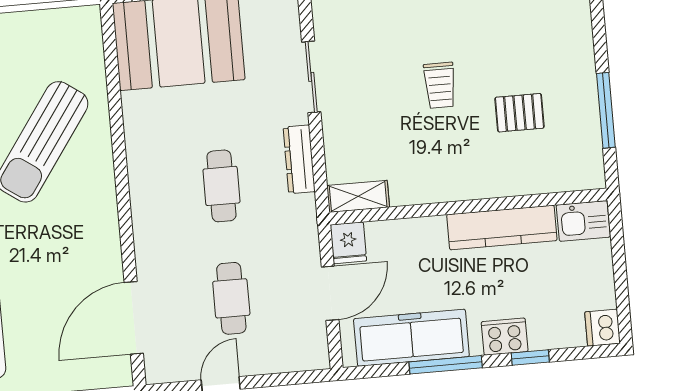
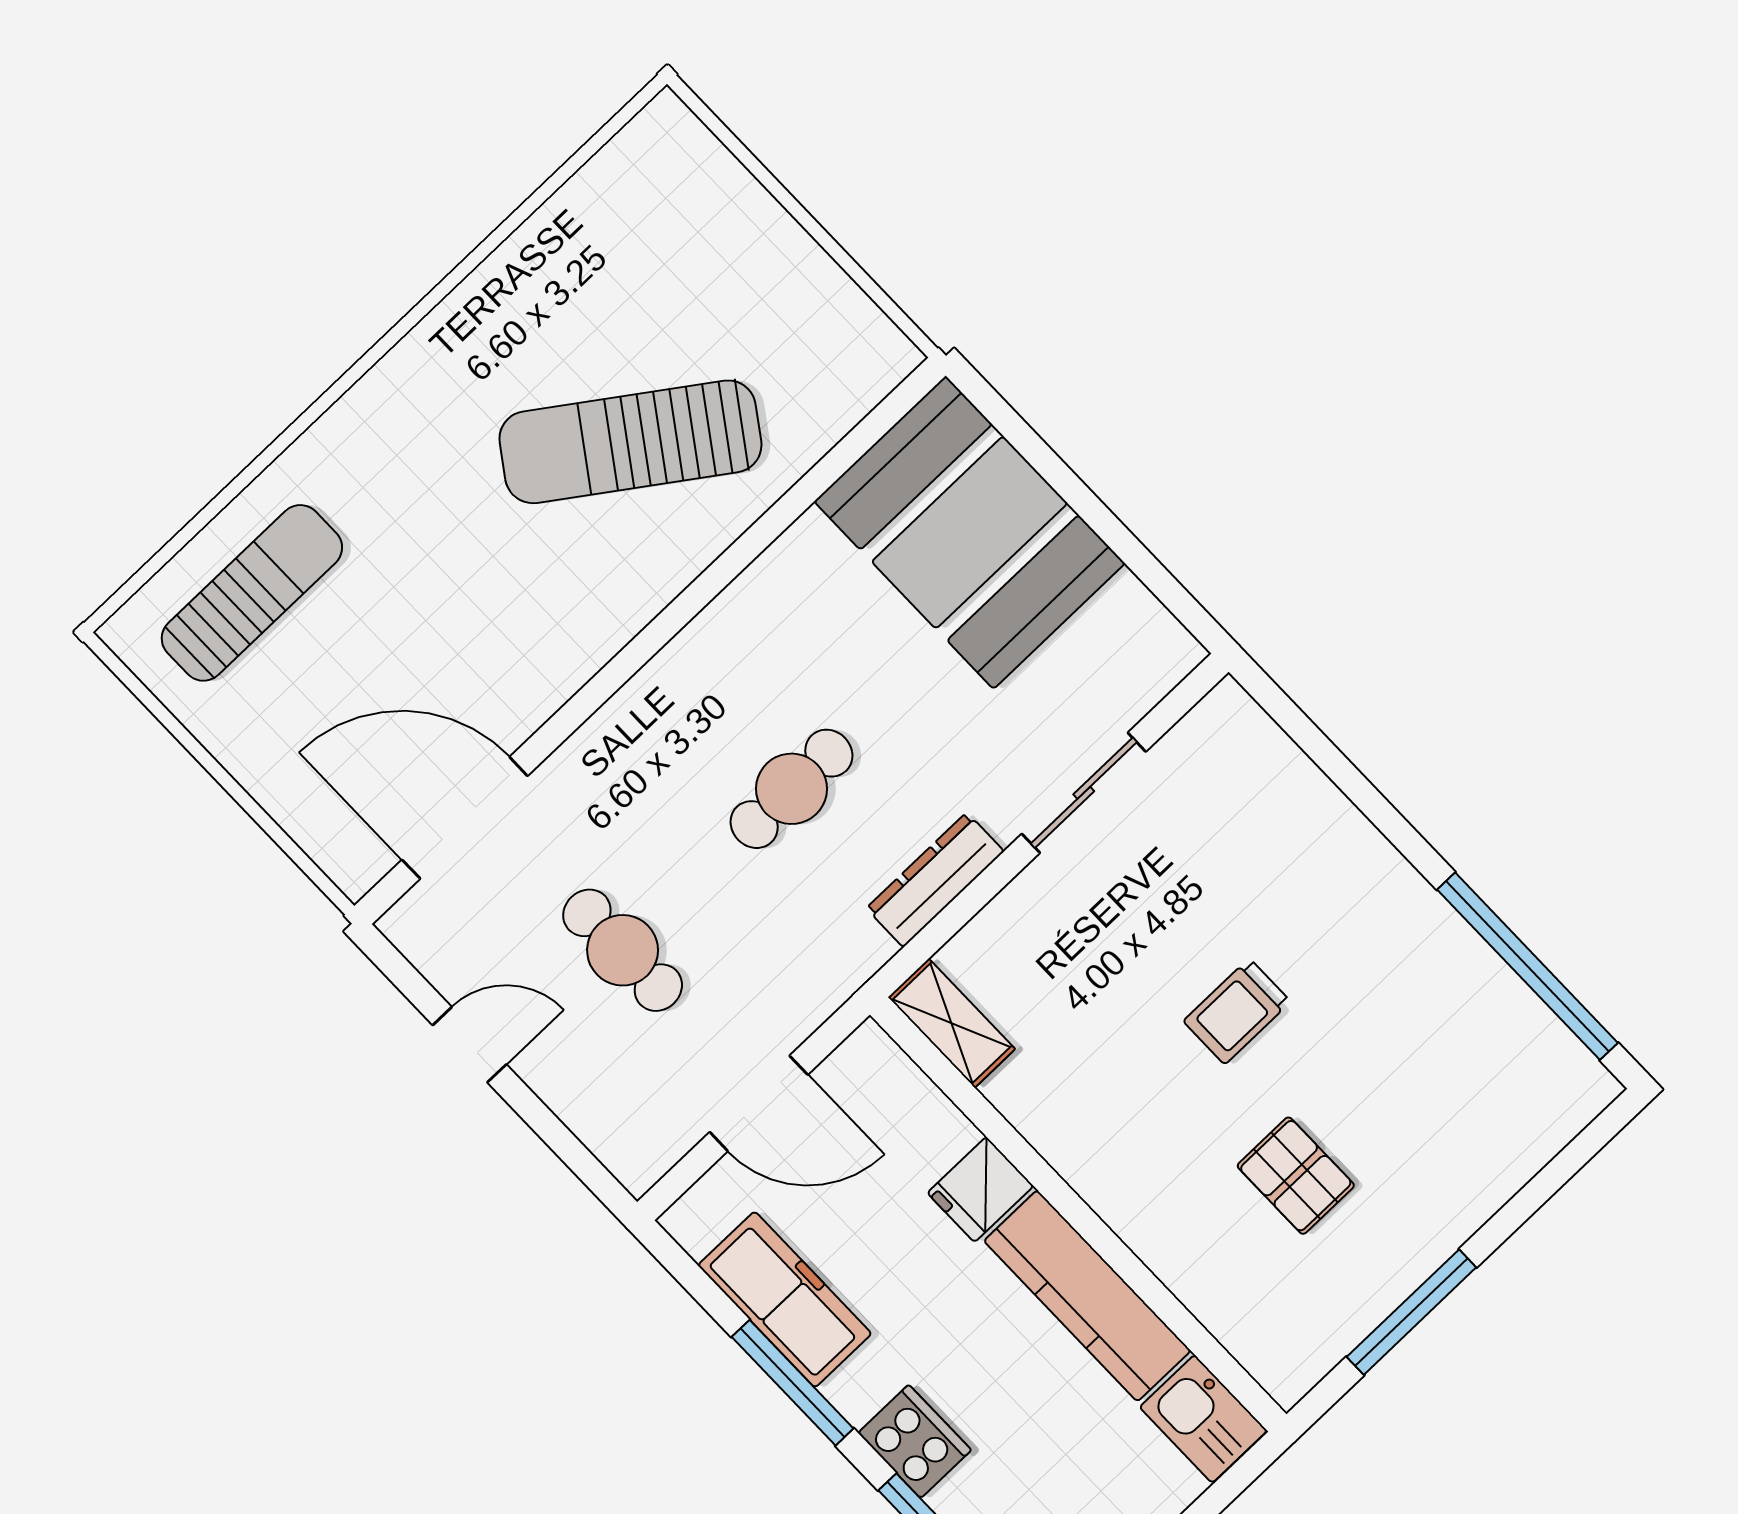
fridge: (348, 243) -> (980, 1189), moved
cafe table: (231, 298) -> (623, 950), turned 90
freezer: (411, 338) -> (785, 1299), width x0.73, depth x0.79

